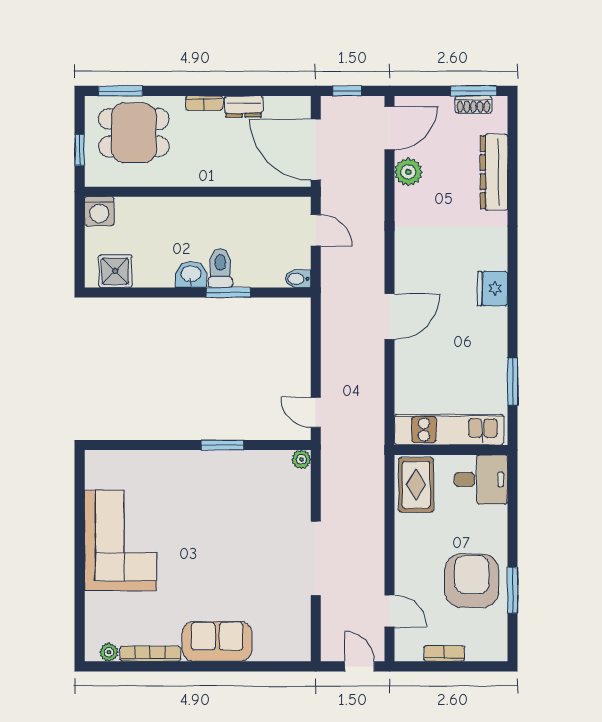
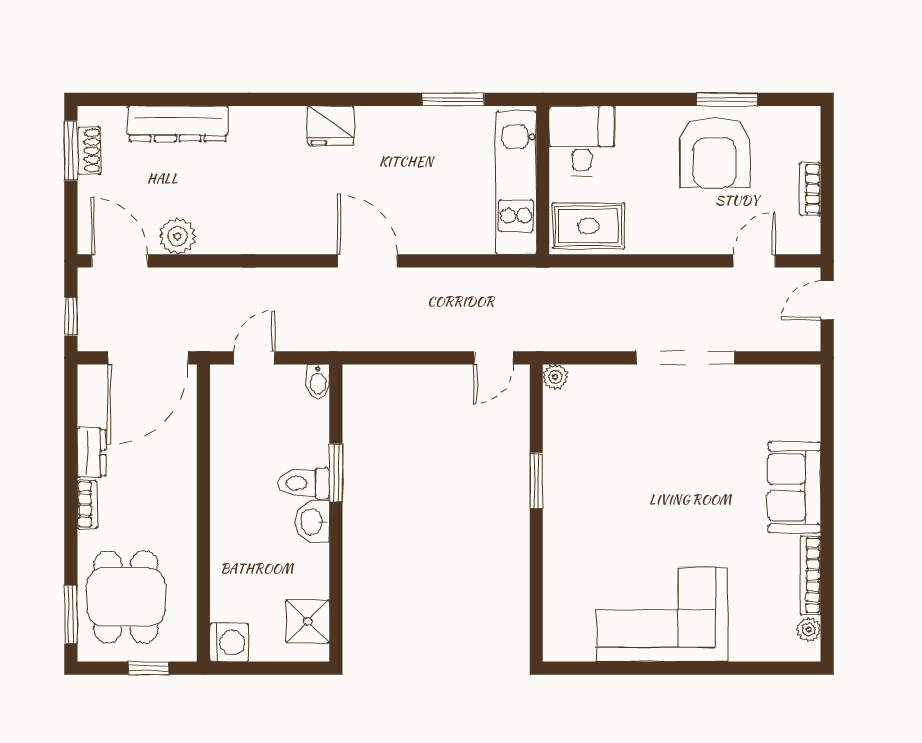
armchair: (472, 581) -> (715, 153), turned -90

